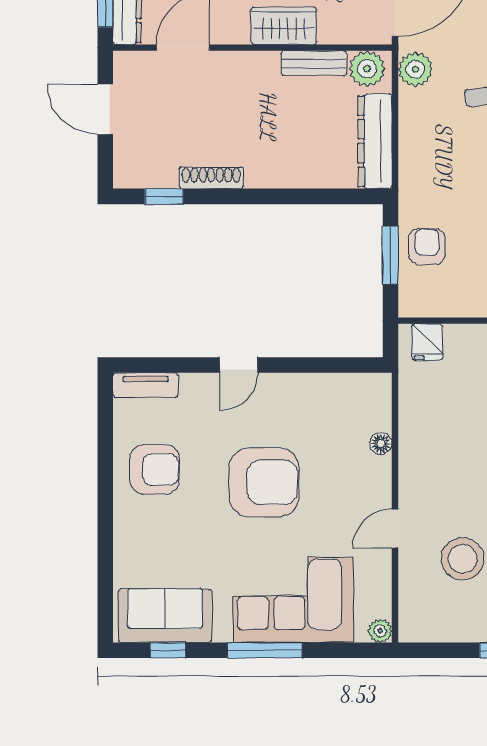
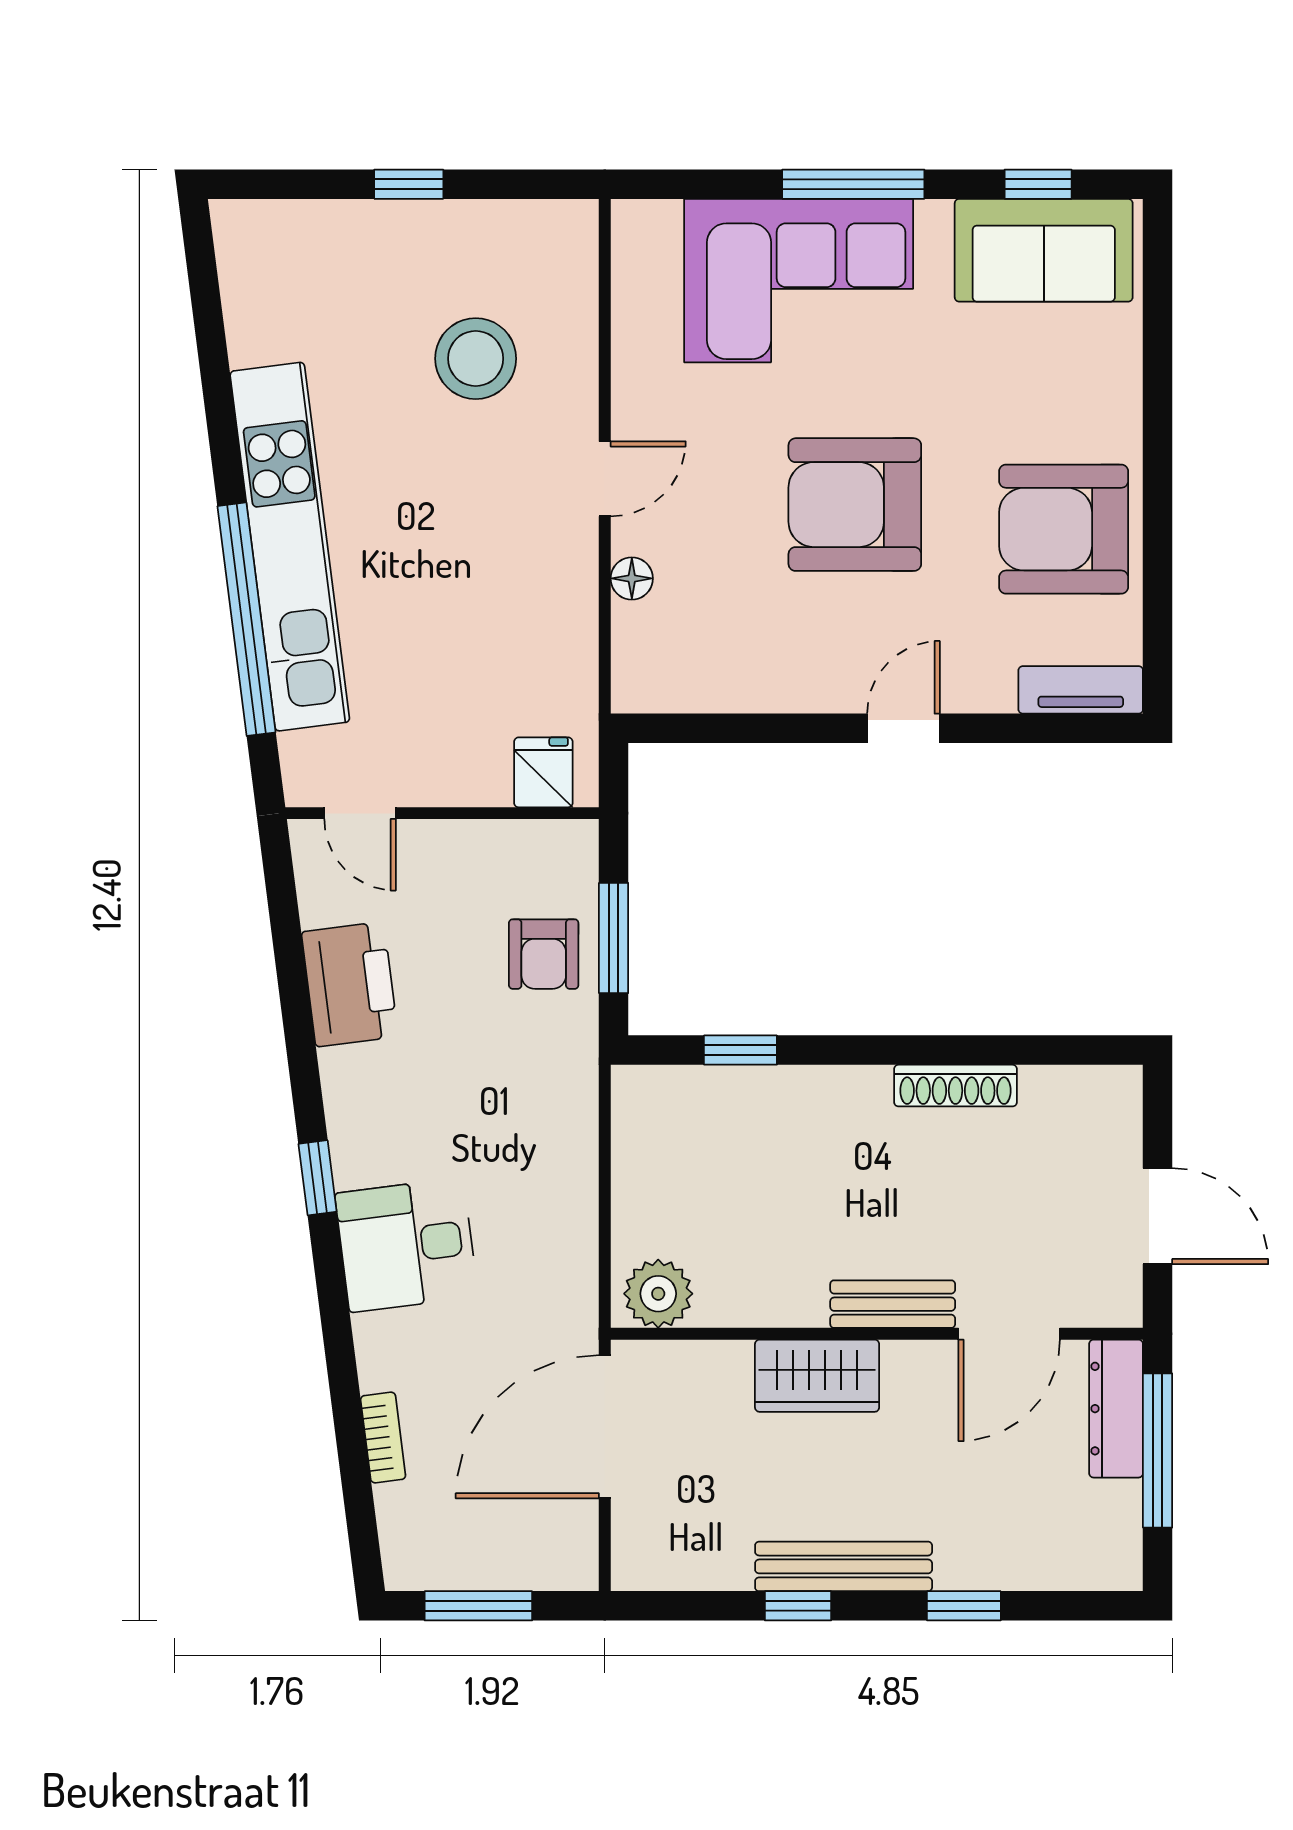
bench: (314, 63) -> (893, 1304), moved
plant: (415, 69) -> (566, 1293), removed
dresser: (375, 141) -> (643, 1155), removed
window: (164, 196) -> (740, 1050), moved
armchair: (155, 469) -> (1064, 529), width x1.36, depth x1.36
door: (395, 529) -> (605, 479), moved
plant: (380, 631) -> (633, 221), removed

